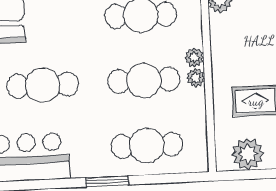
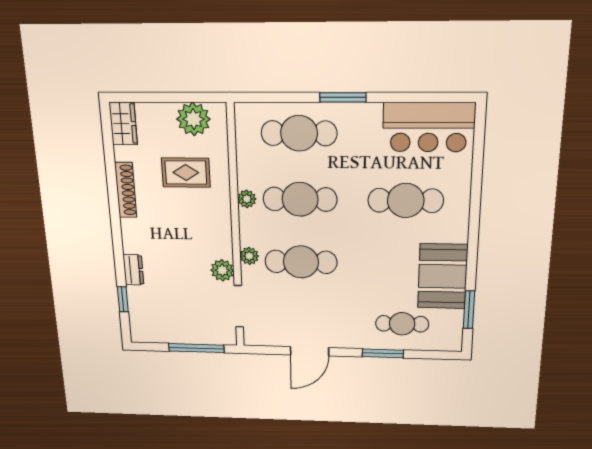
plant: (194, 57) -> (249, 256), moved

